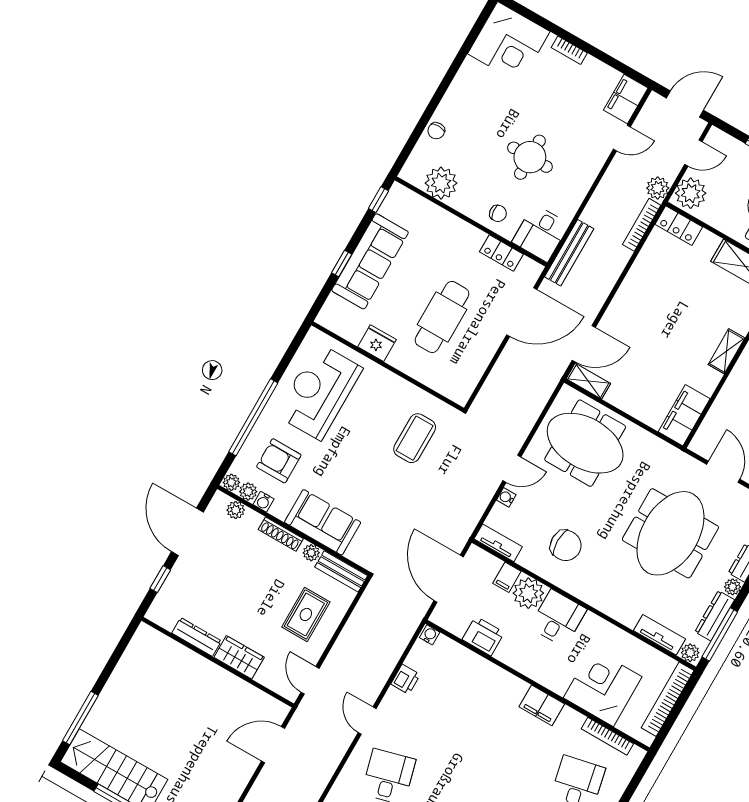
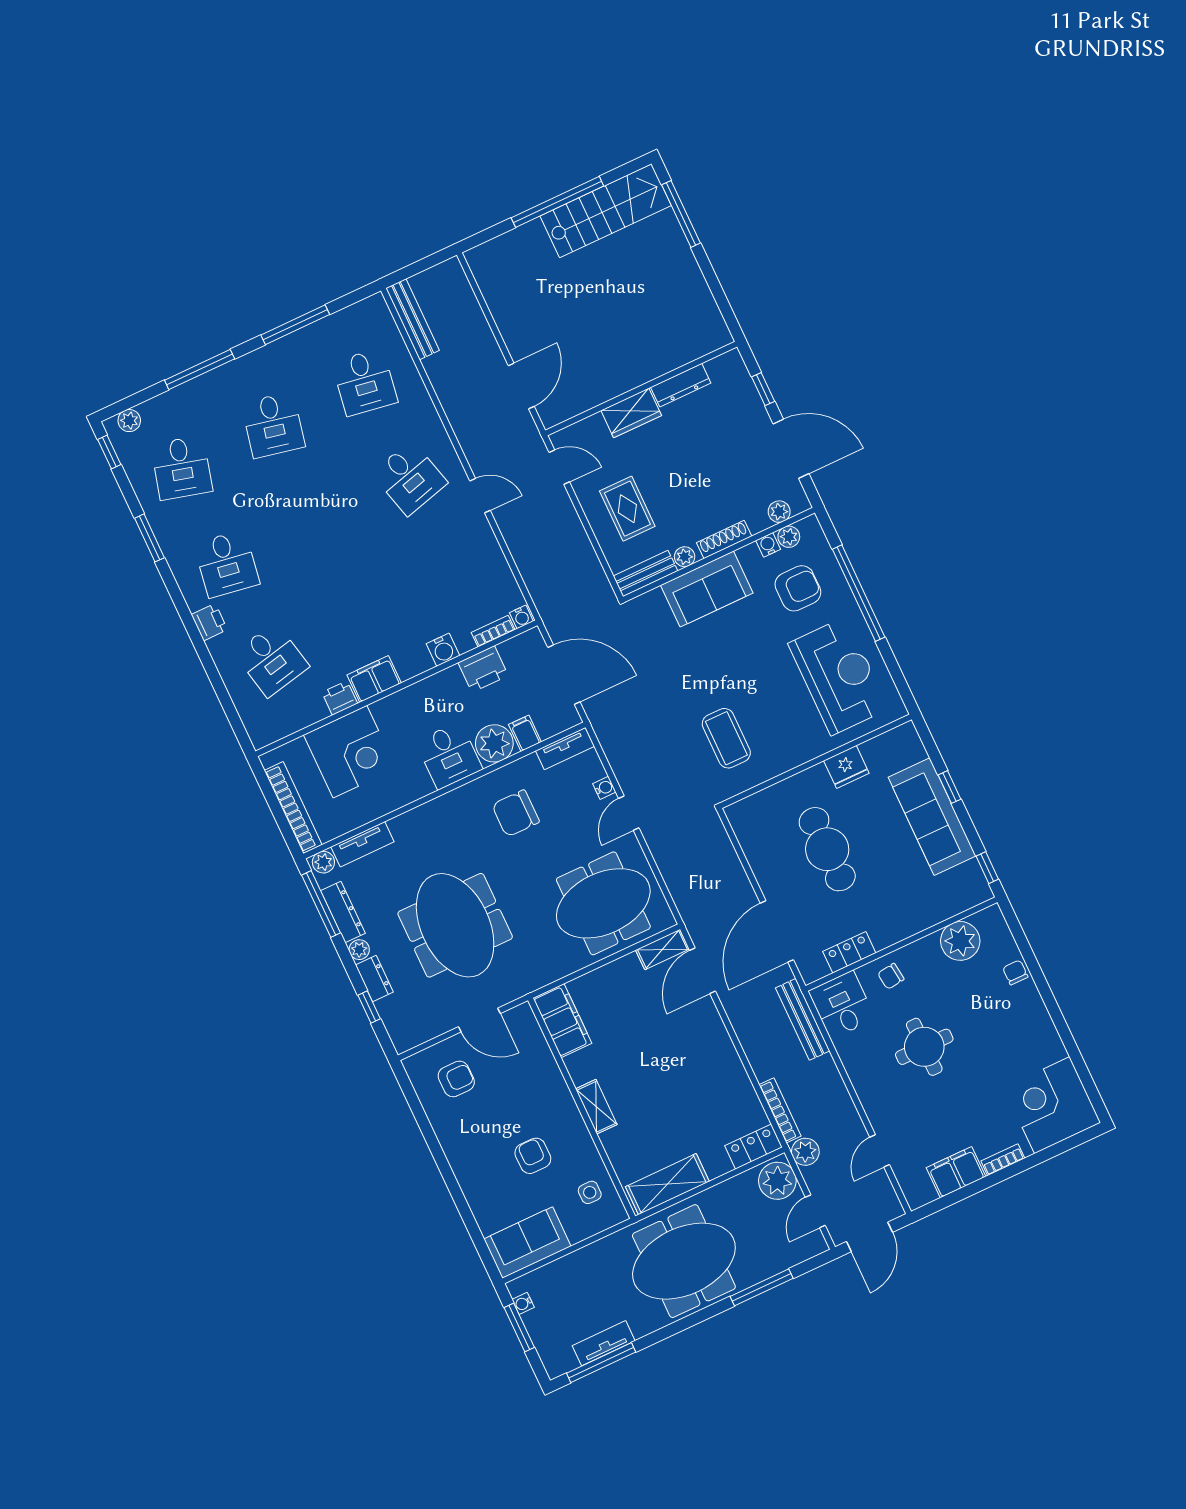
filing cabinet: (626, 99) -> (956, 1172), moved, turned -90
plant: (231, 482) -> (809, 526), removed
water cooler: (489, 672) -> (443, 650), added
printer: (406, 679) -> (340, 698), moved, turned 90
bookcase: (607, 736) -> (493, 631), moved, width x0.64

